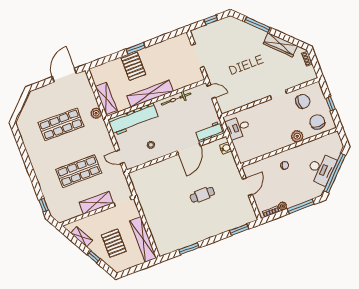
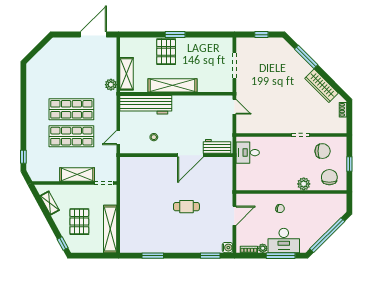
bicycle: (176, 99) -> (196, 101), removed
shop shelf: (61, 124) -> (71, 109), moved
water cooler: (226, 148) -> (228, 248), moved
door: (120, 157) -> (118, 137), hinge flipped
desk: (321, 169) -> (284, 241), moved, turned 45
window: (94, 257) -> (63, 244), moved

